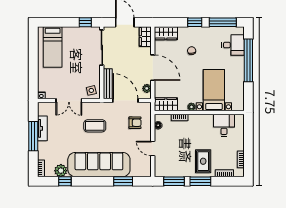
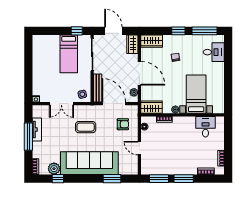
bed: (53, 47) -> (69, 54), moved
window: (248, 60) -> (228, 66), removed
rug: (203, 161) -> (186, 160), removed

